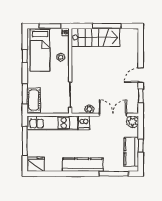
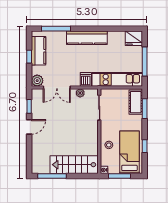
window: (107, 26) -> (52, 176), moved

